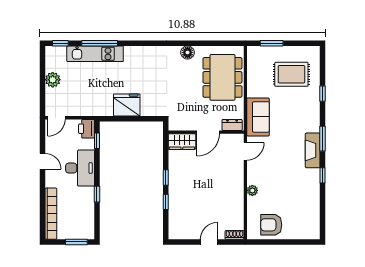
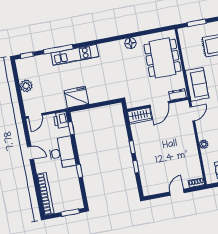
kitchen unit: (95, 54) -> (75, 55), moved
fridge: (127, 105) -> (76, 97), moved

